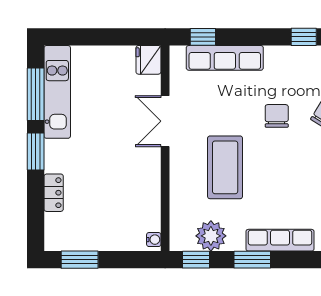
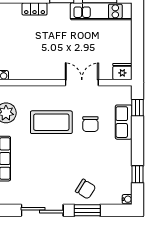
row of seats: (225, 58) -> (124, 122), width x0.68
chair: (277, 116) -> (90, 124), moved, turned 90

